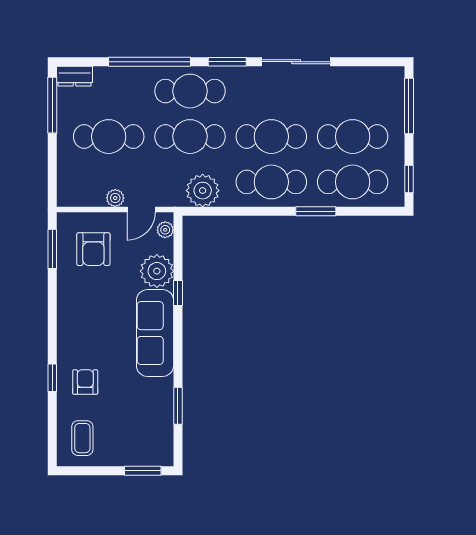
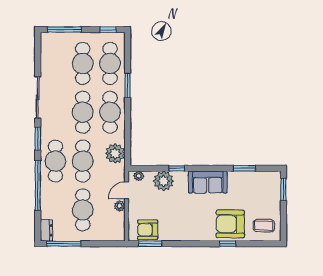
door: (141, 210) -> (127, 190), swing flipped
armchair: (93, 249) -> (148, 230), moved, turned 180
sofa: (155, 333) -> (208, 182), width x0.73
armchair: (85, 382) -> (230, 224), width x1.88, depth x1.88

